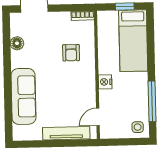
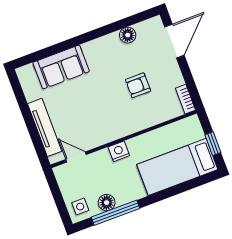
armchair: (71, 53) -> (138, 85), moved
sofa: (23, 96) -> (61, 67), width x0.73
floor lamp: (142, 105) -> (107, 203), added

